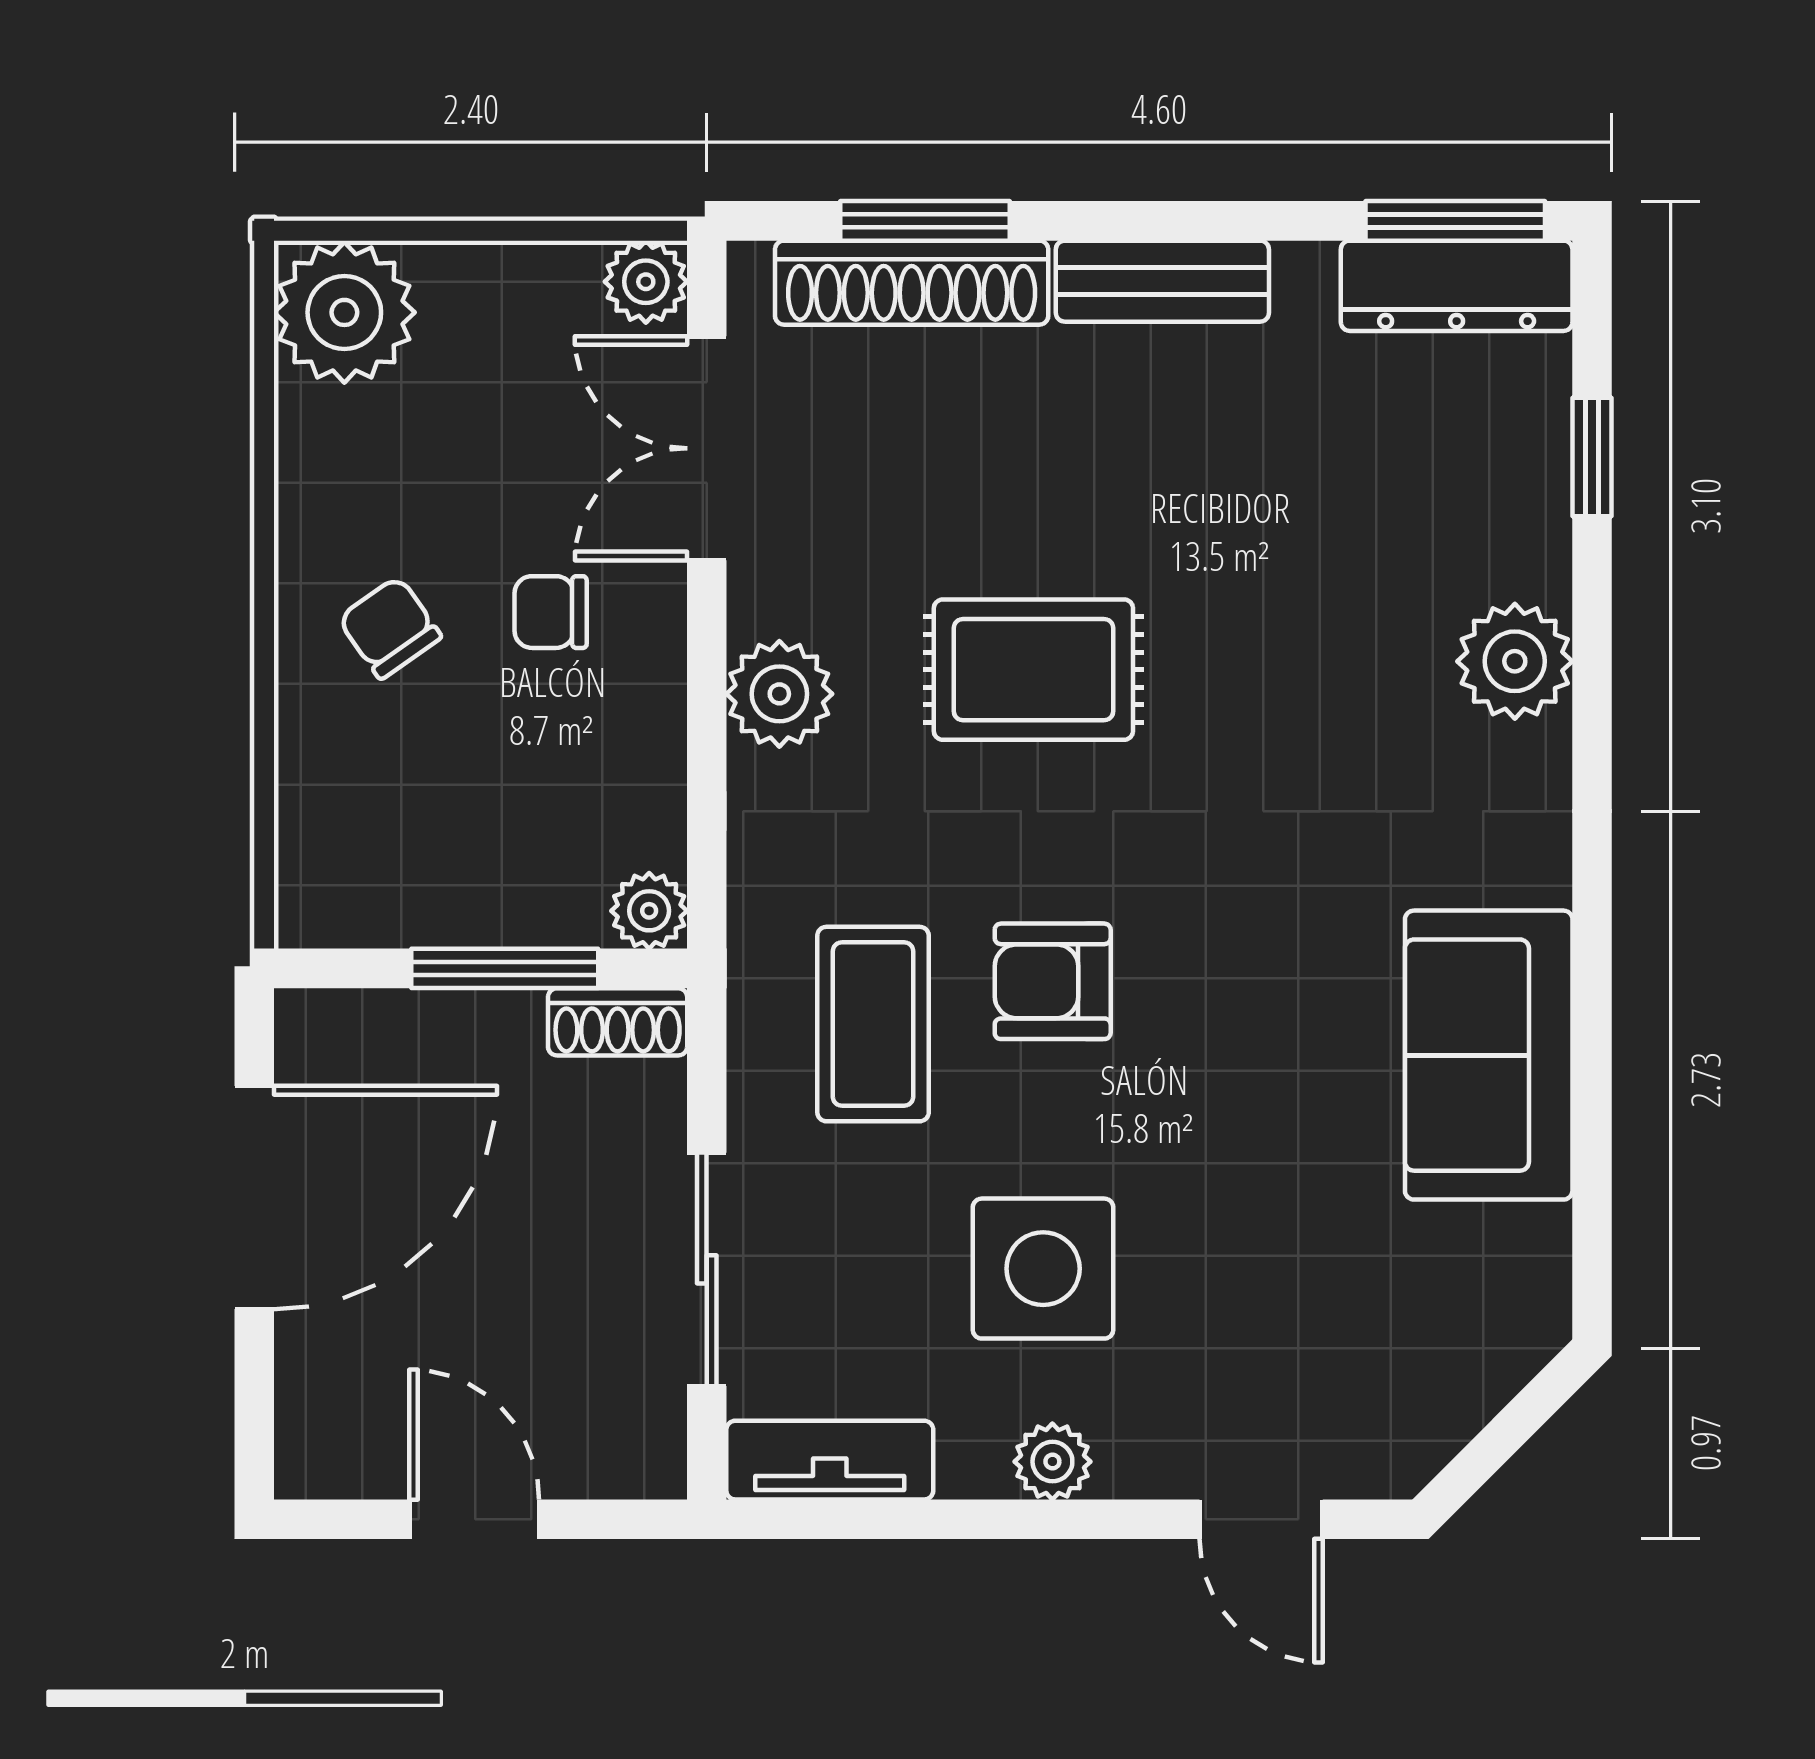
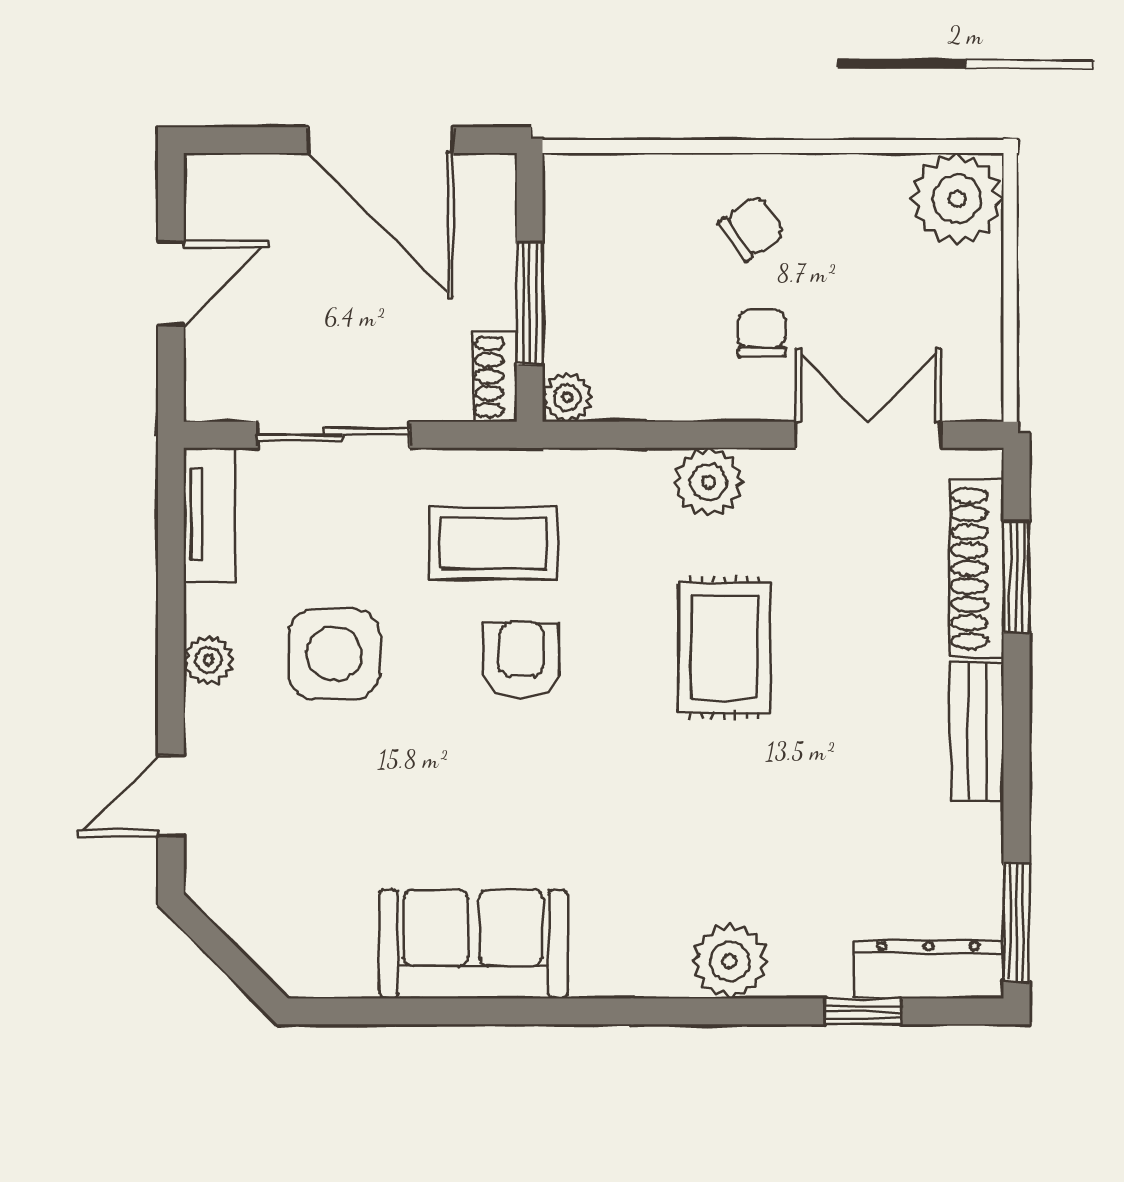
plant: (646, 282) -> (977, 395), removed
dresser: (1457, 286) -> (928, 969), moved, turned 90

